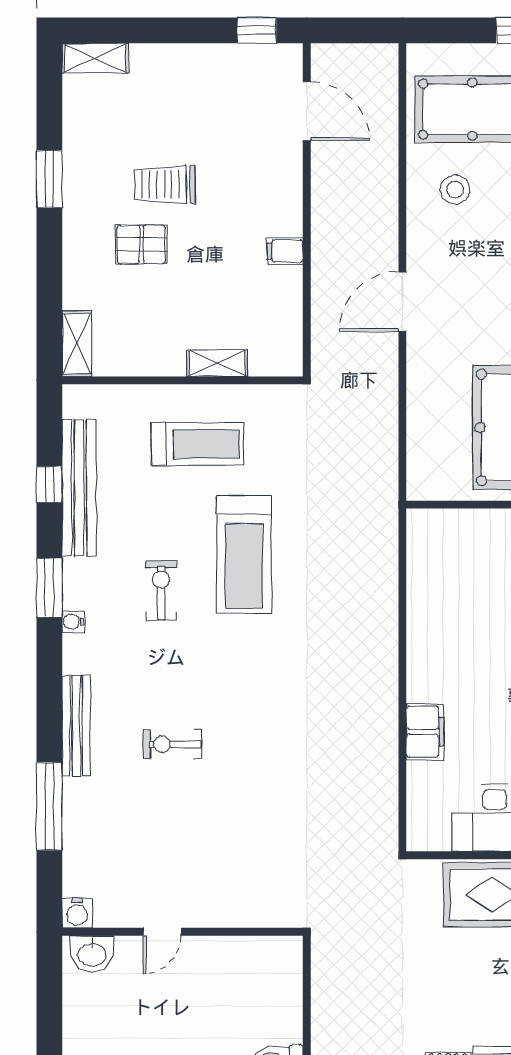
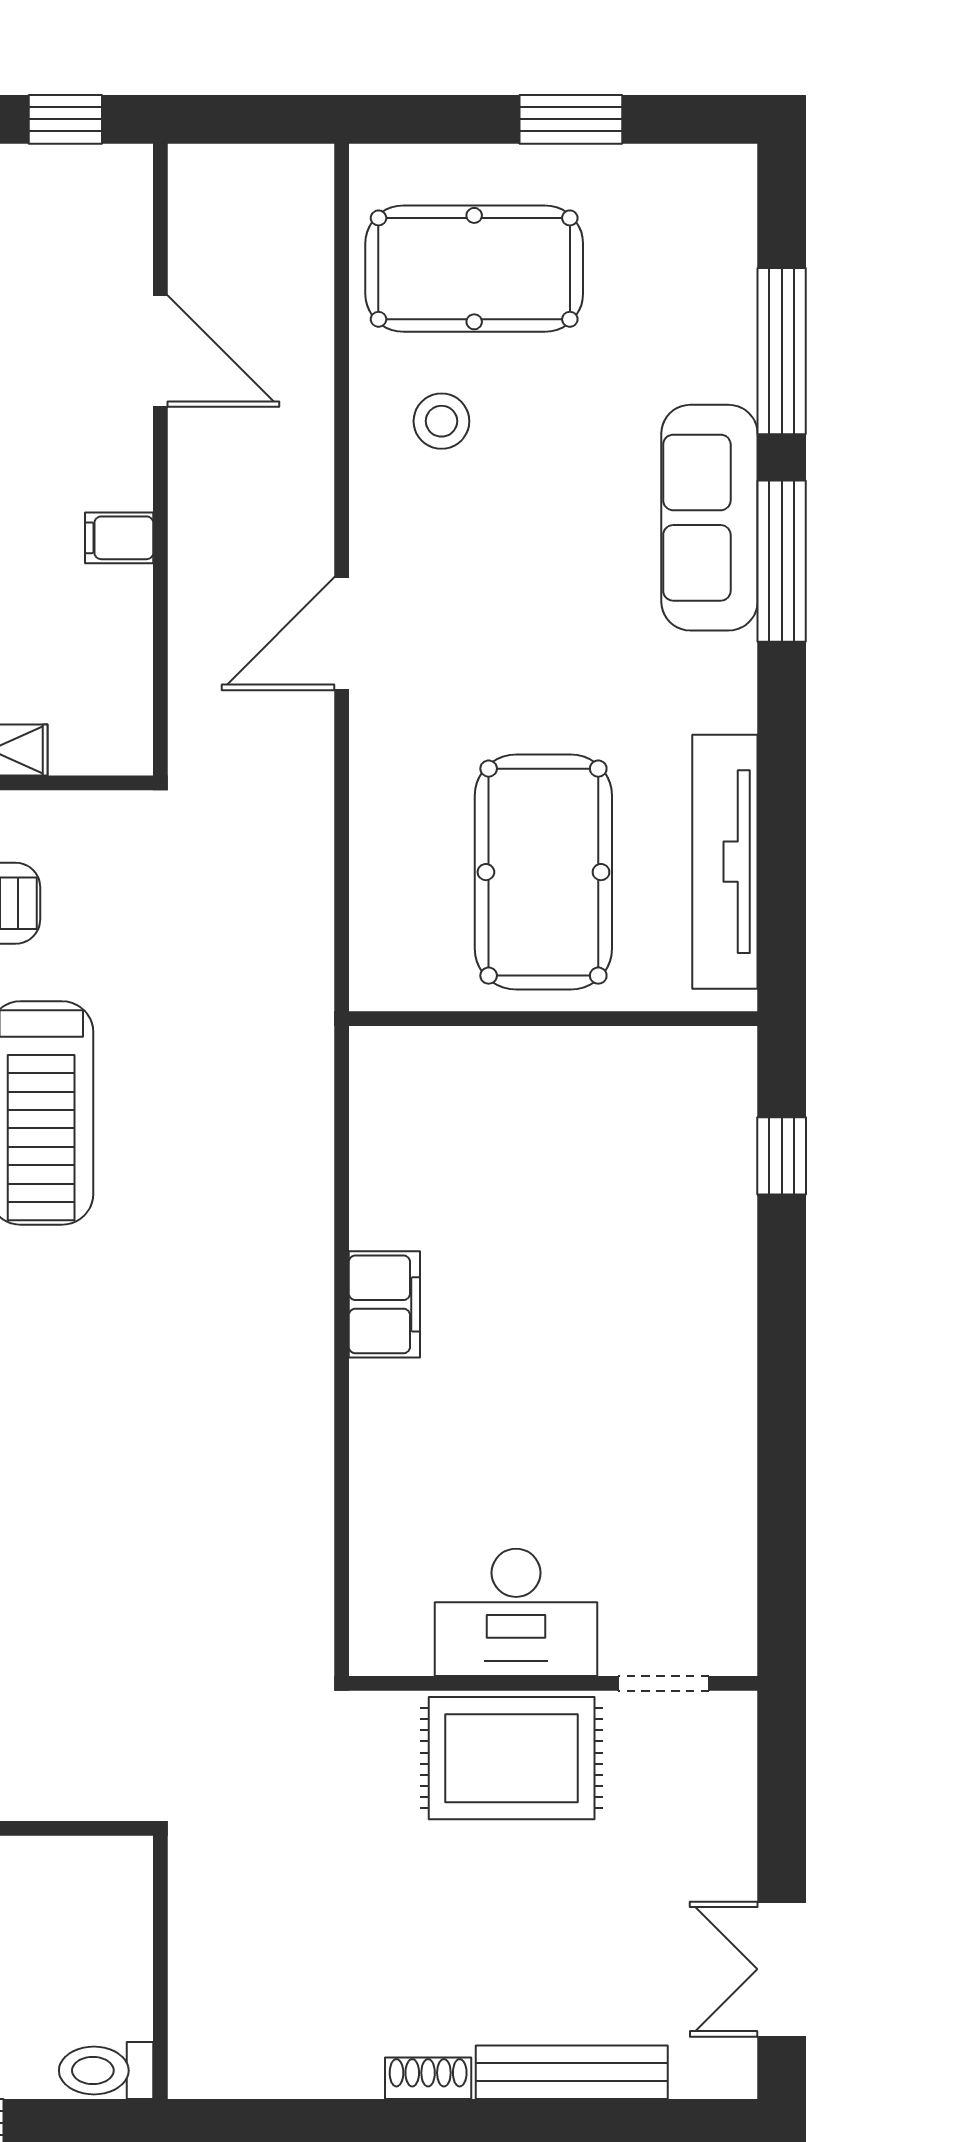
door: (307, 111) -> (160, 351), moved
filing cabinet: (425, 732) -> (384, 1304), moved

